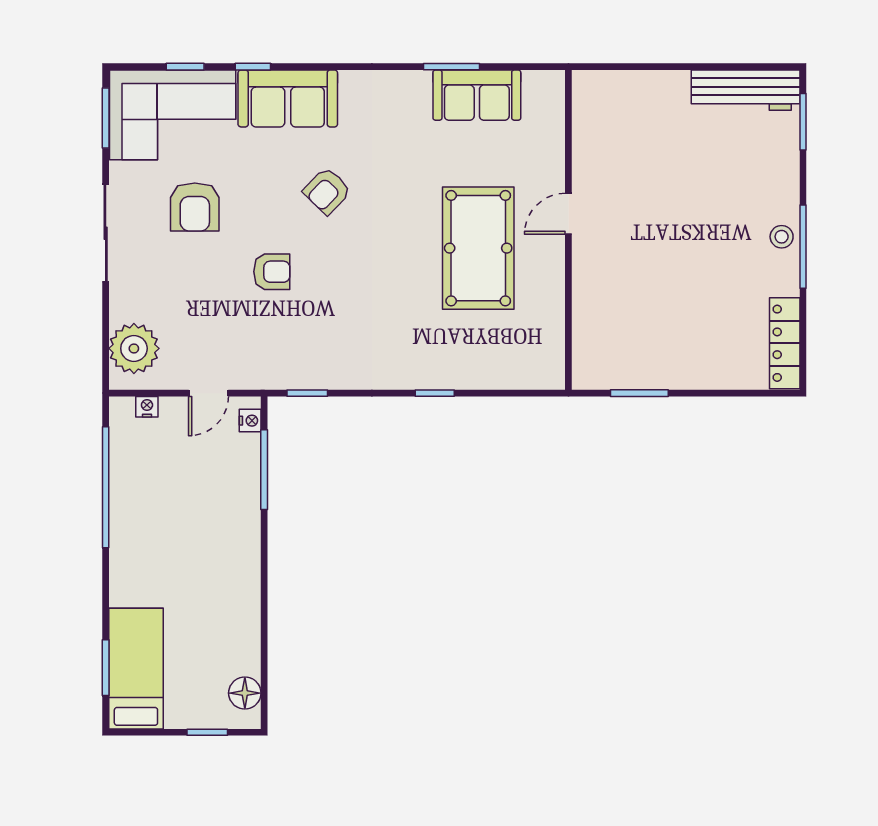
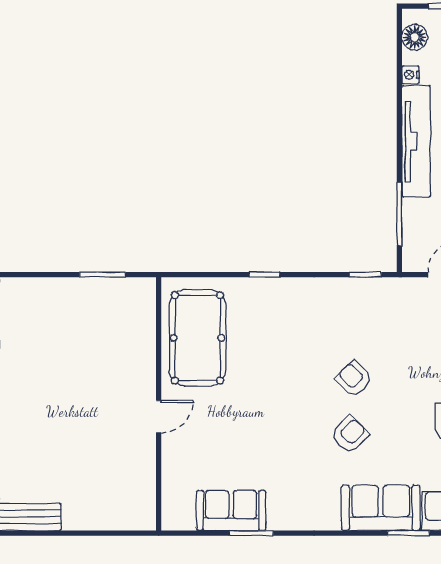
window: (253, 67) -> (408, 533), width x1.50
pool table: (478, 248) -> (198, 338), moved
armchair: (272, 272) -> (354, 379), moved, turned 45
nightstand: (250, 421) -> (410, 75), moved
tv unit: (243, 561) -> (416, 141), added

